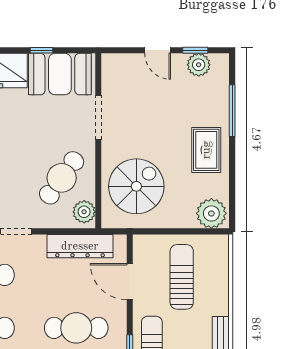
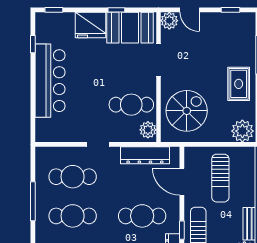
door: (158, 50) -> (190, 10), moved
plant: (199, 65) -> (169, 21), moved
cafe table: (62, 178) -> (131, 105), turned 54
sun lounger: (182, 277) -> (220, 178), turned 180

